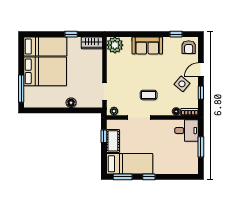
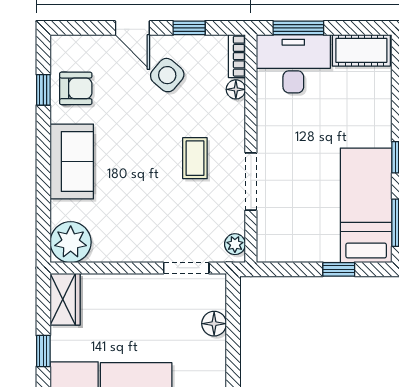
armchair: (189, 47) -> (76, 88), moved
floor lamp: (71, 103) -> (214, 324), moved
desk: (187, 131) -> (293, 64), width x1.37
window: (104, 136) -> (339, 269), moved
cot: (113, 141) -> (361, 50), moved
window: (201, 147) -> (298, 28), moved

